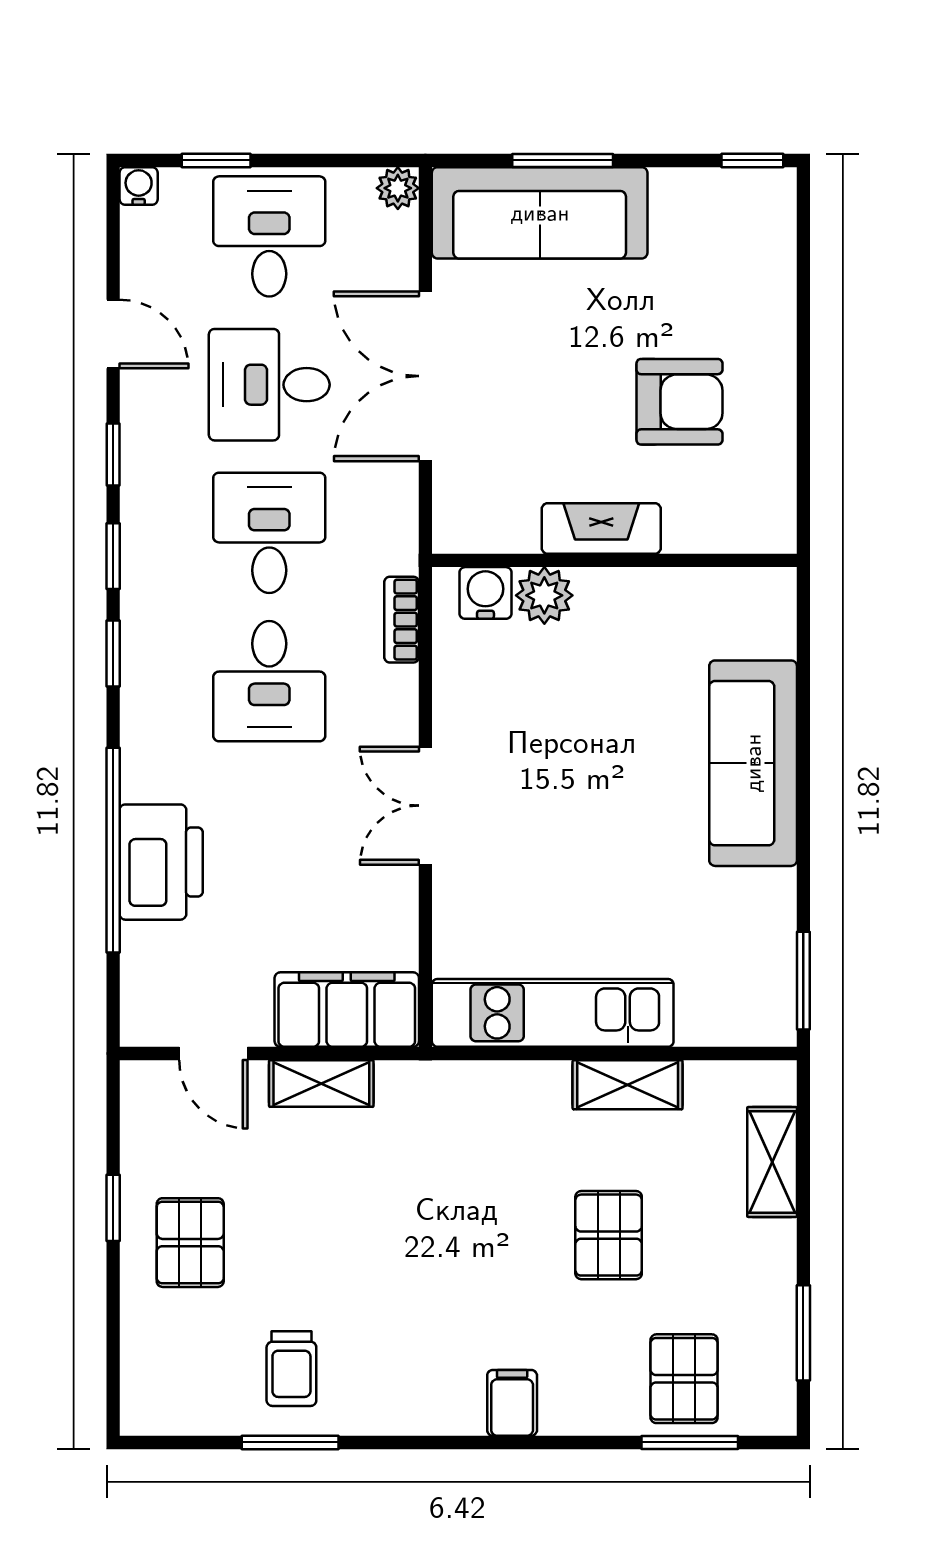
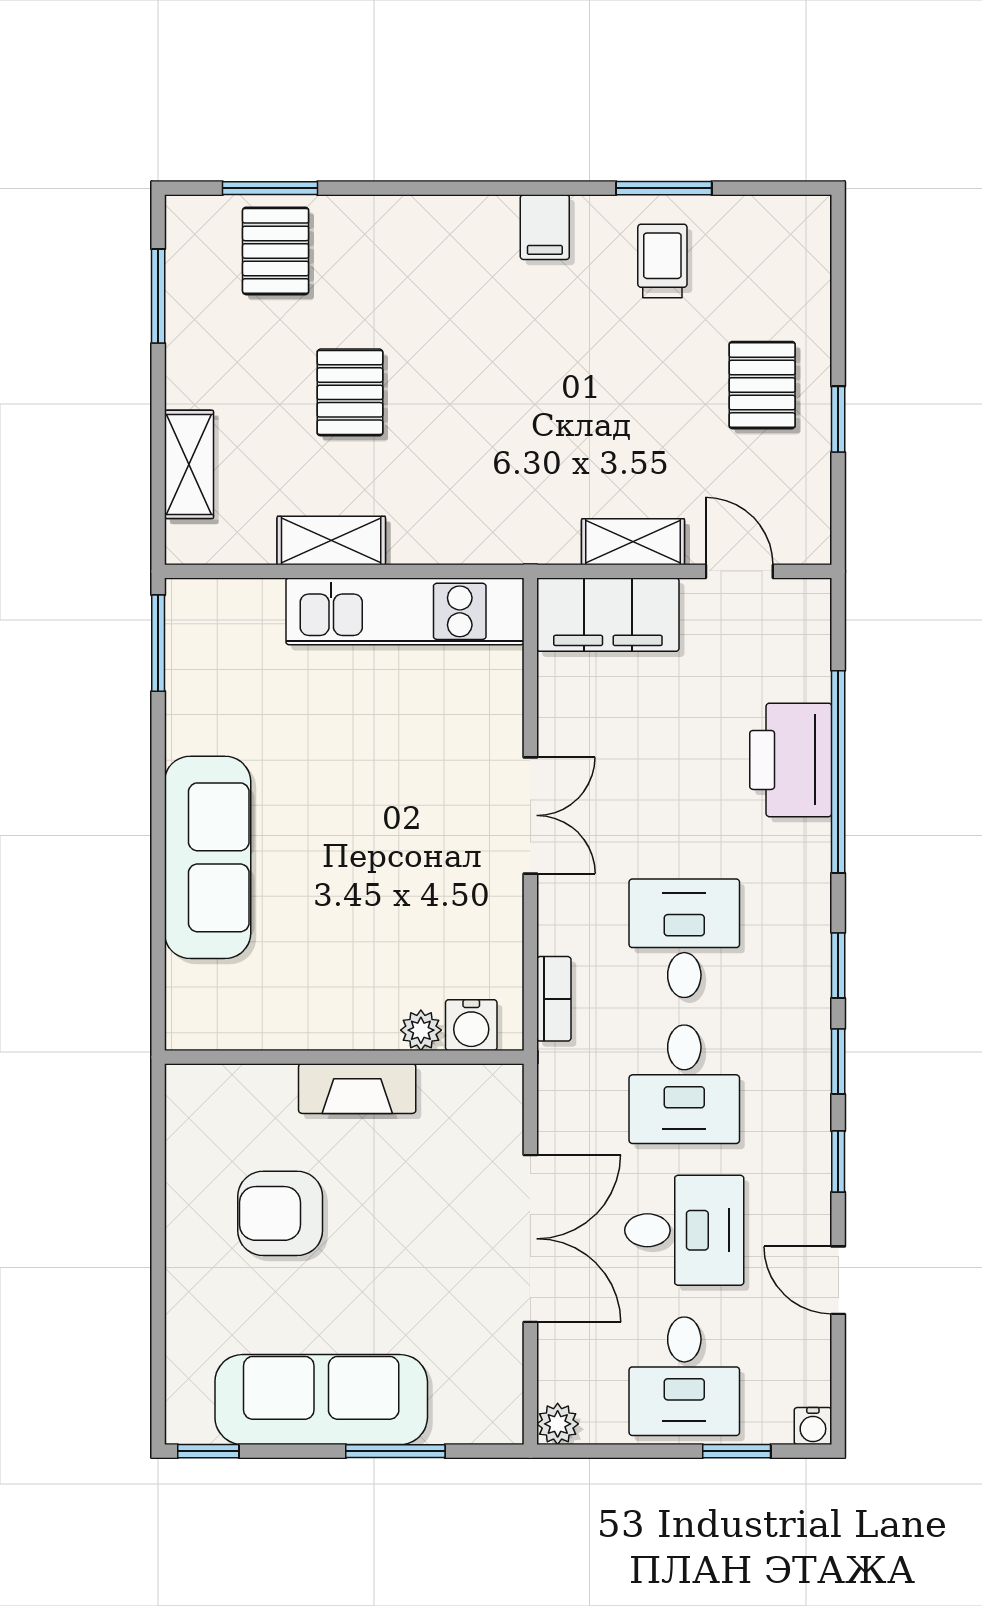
sofa: (540, 213) -> (321, 1400), moved
plant: (544, 595) -> (421, 1030), width x0.73, depth x0.73
filing cabinet: (512, 1403) -> (545, 227), moved

